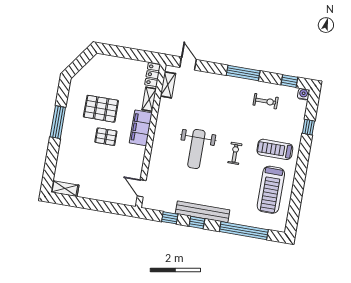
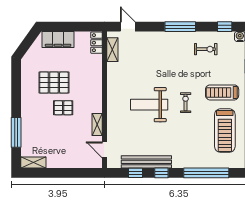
shelving: (149, 99) -> (97, 125), moved
window: (58, 122) -> (16, 132), moved
filing cabinet: (141, 128) -> (58, 40), moved, turned -90
weight bench: (196, 149) -> (149, 105), turned 90
bench: (203, 212) -> (146, 162), moved

